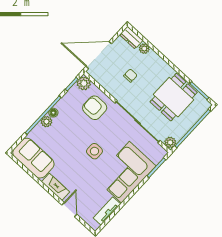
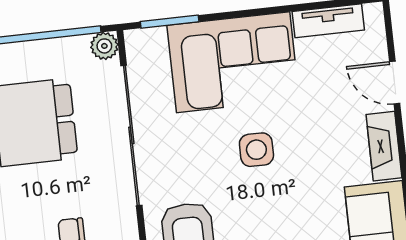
door: (69, 210) -> (395, 83), hinge flipped

